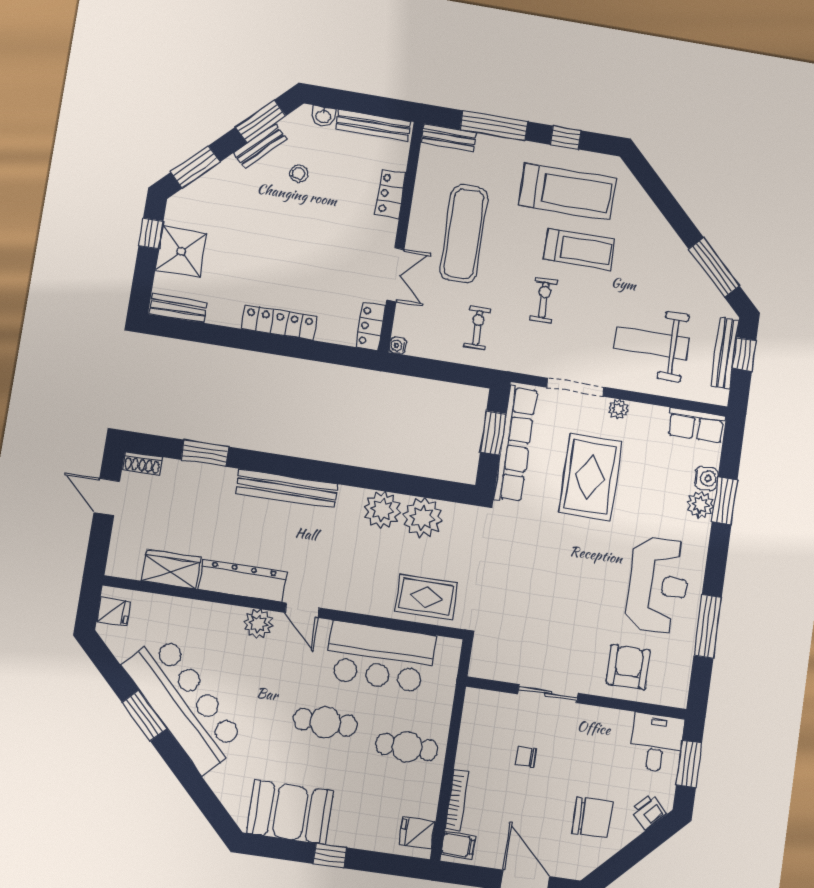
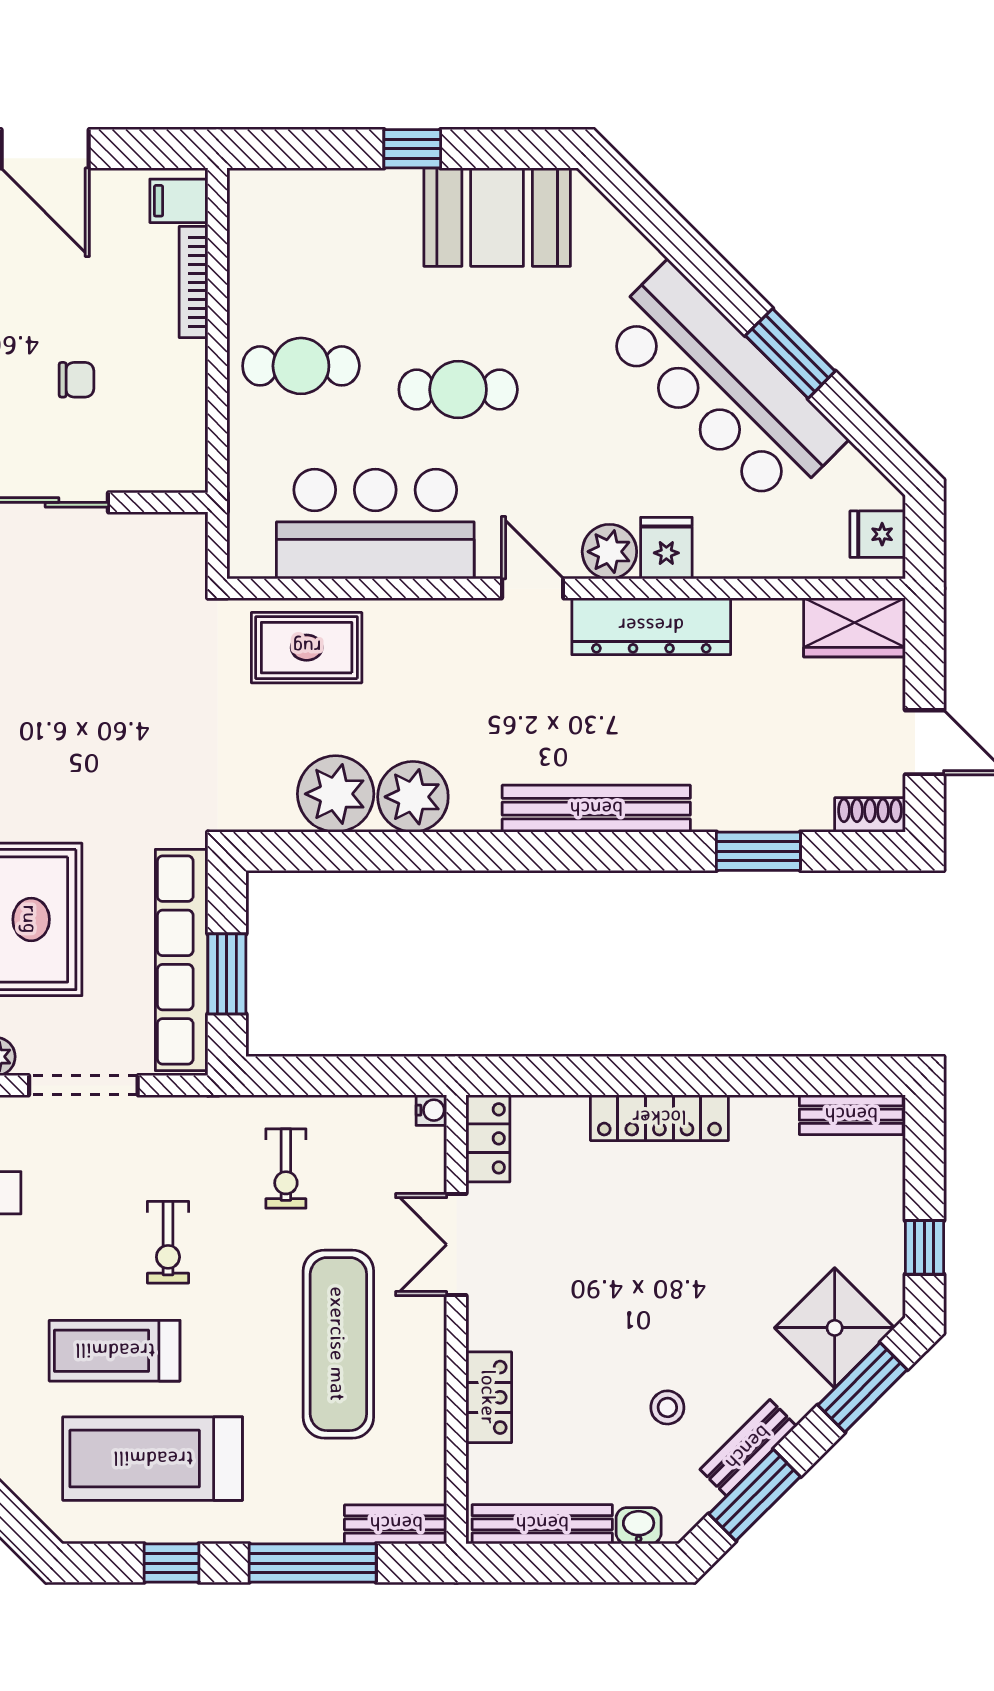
shower: (181, 251) -> (835, 1328), moved, turned 45
wardrobe: (171, 569) -> (854, 627), moved
fridge: (417, 833) -> (666, 548), moved, turned -90

